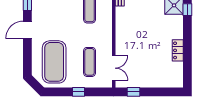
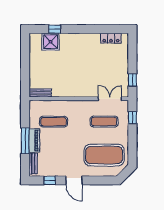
locker: (178, 50) -> (111, 38), moved
window: (78, 92) -> (132, 118), moved

